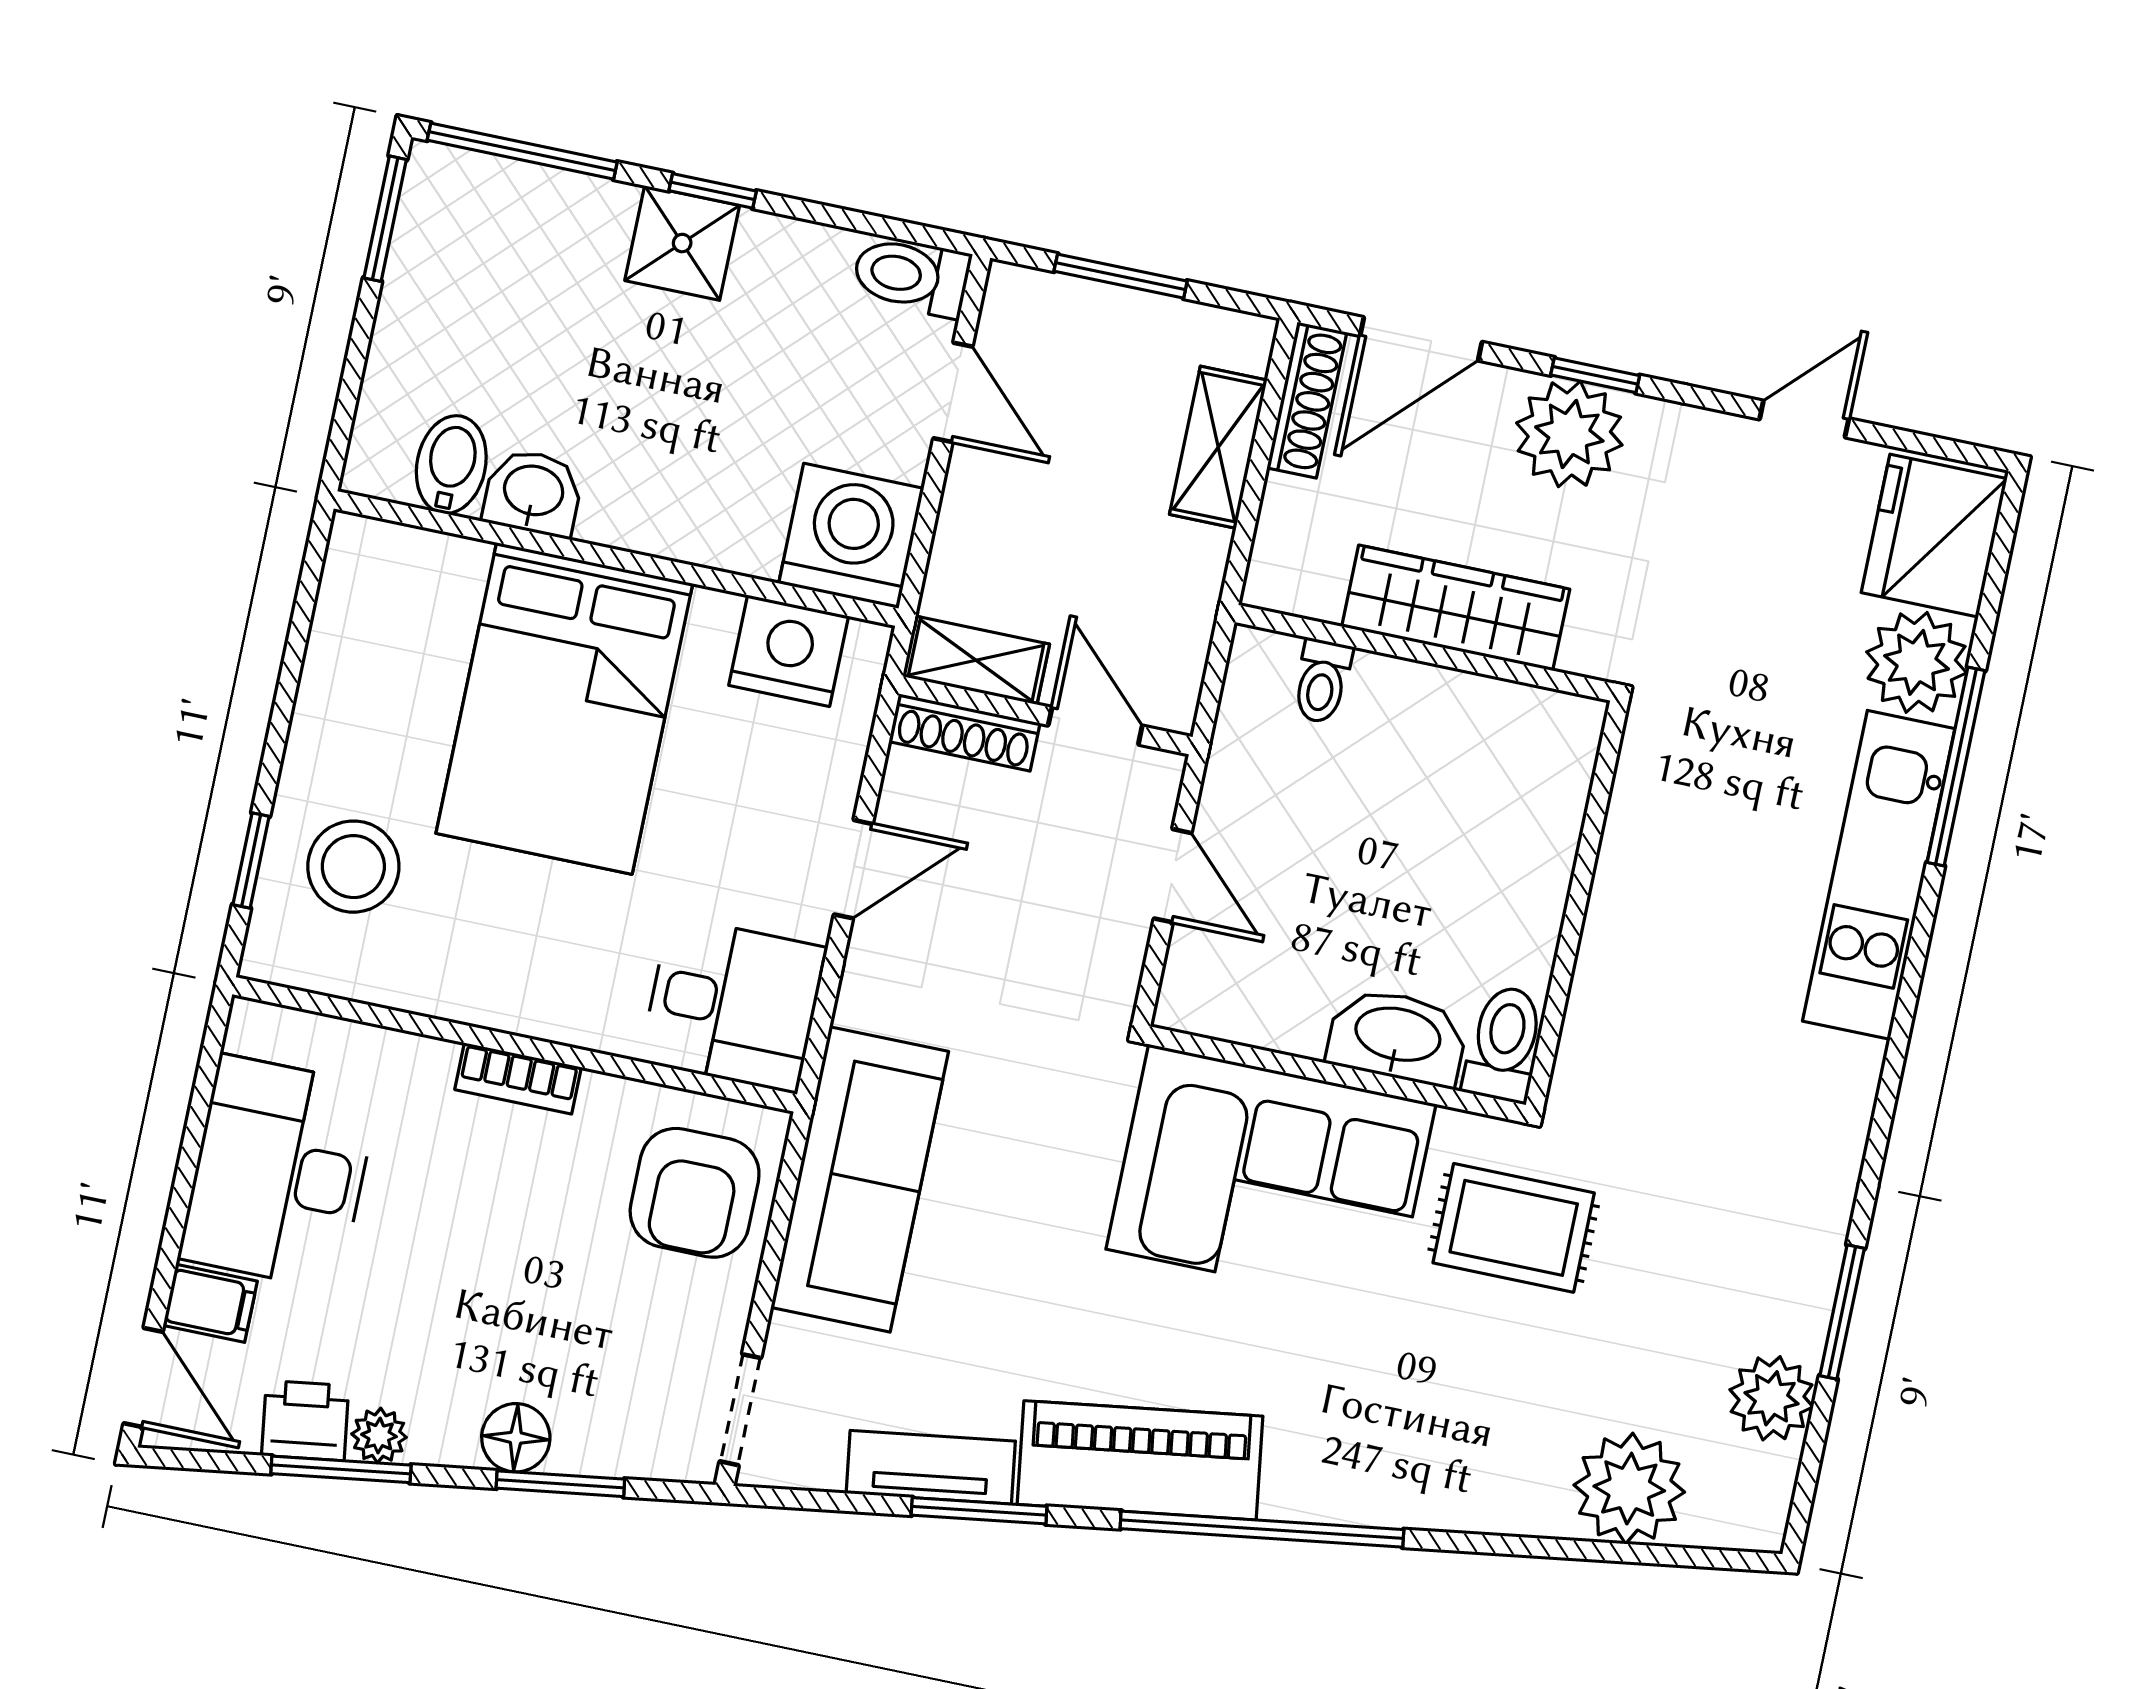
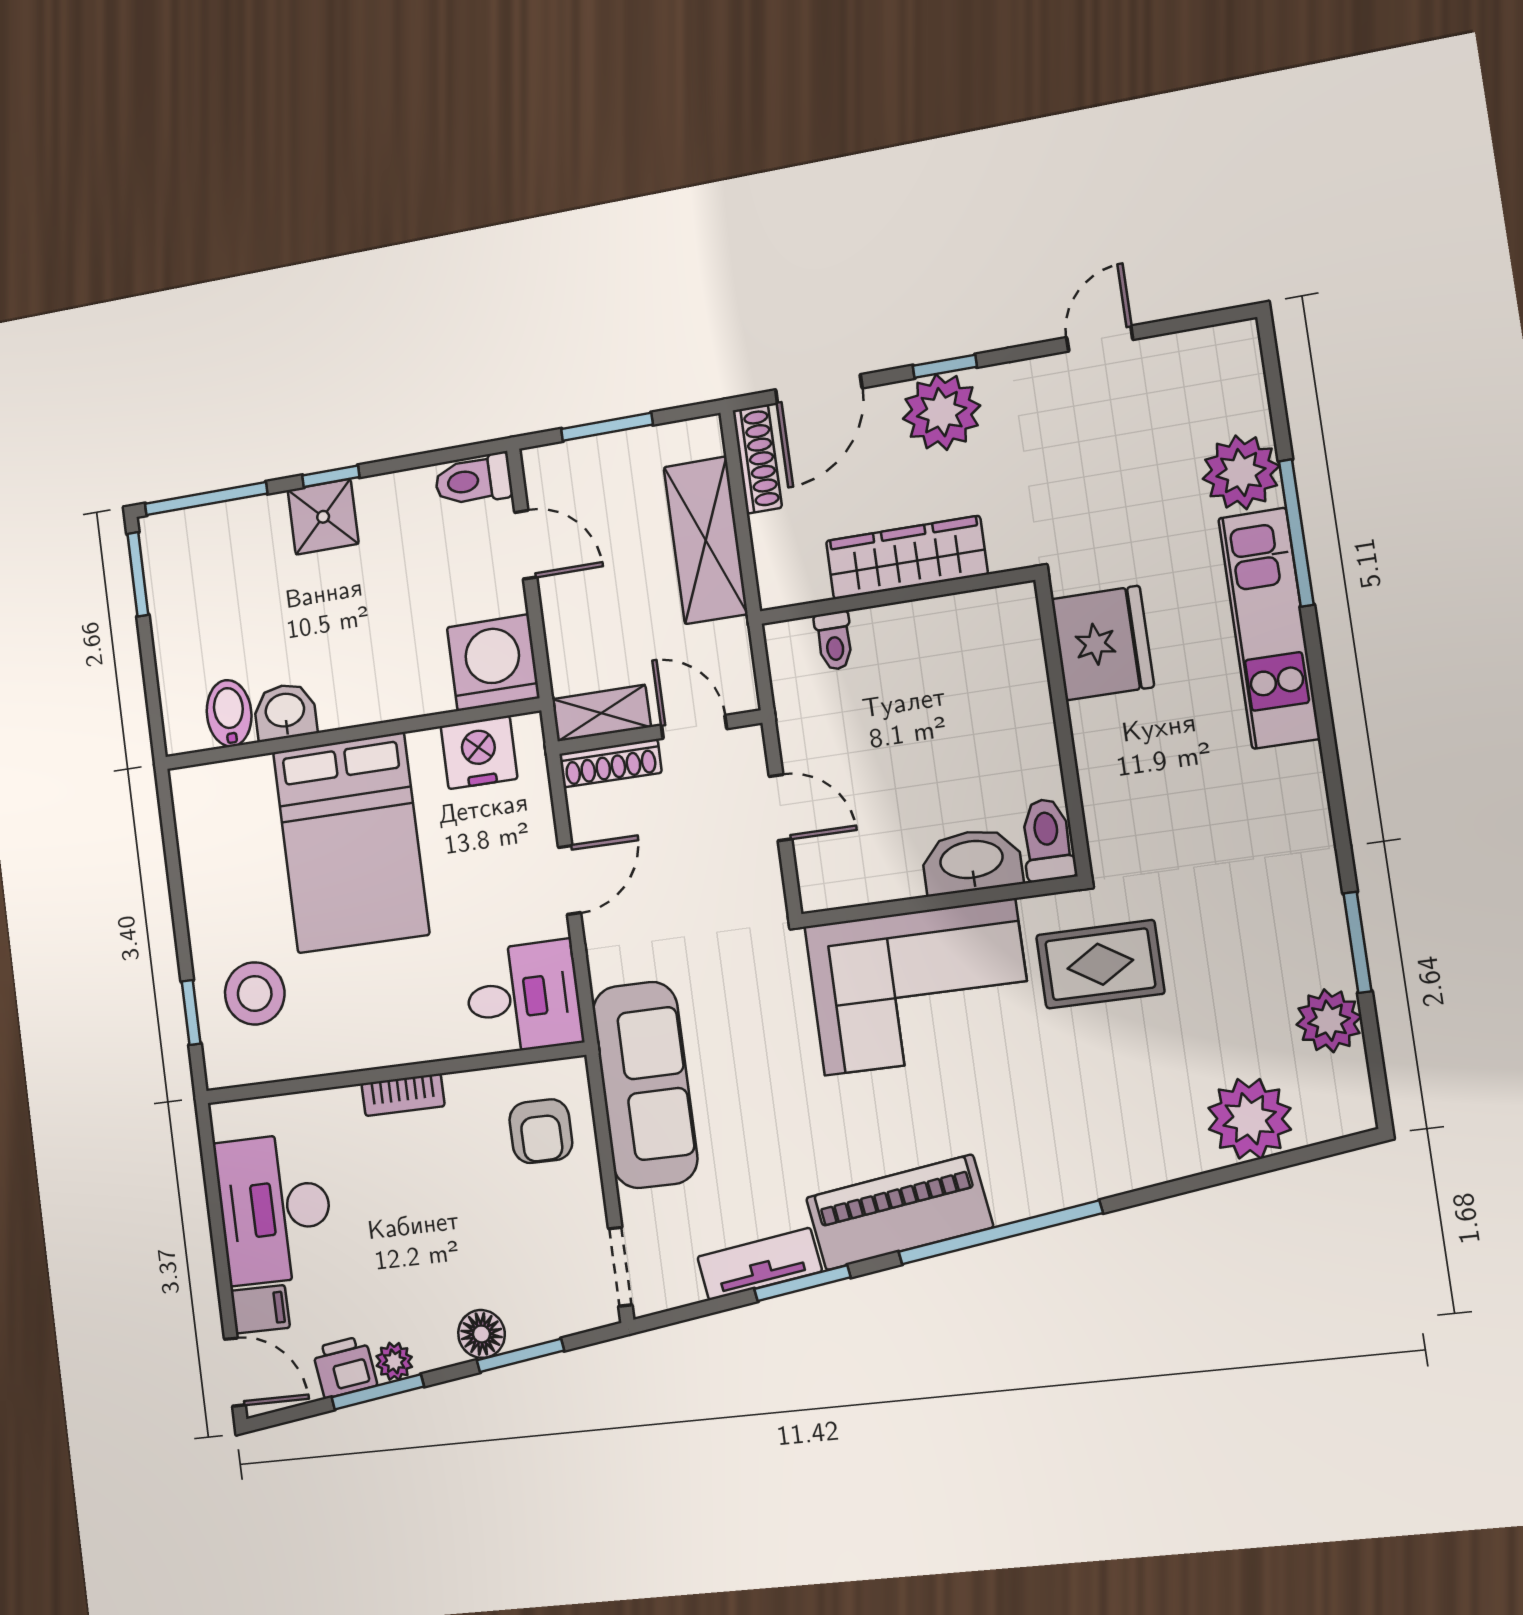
shelving: (1218, 447) -> (706, 540), width x1.50, depth x1.33
fridge: (1934, 536) -> (1103, 643), moved, turned 180
armchair: (695, 1193) -> (541, 1131), width x0.72, depth x0.72

